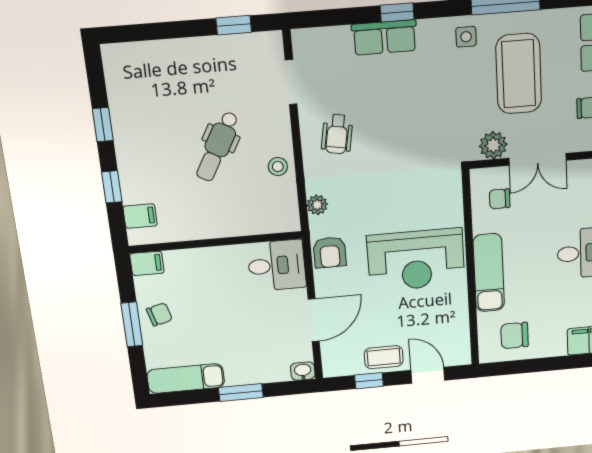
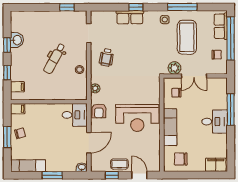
washbasin: (124, 111) -> (17, 40), added

